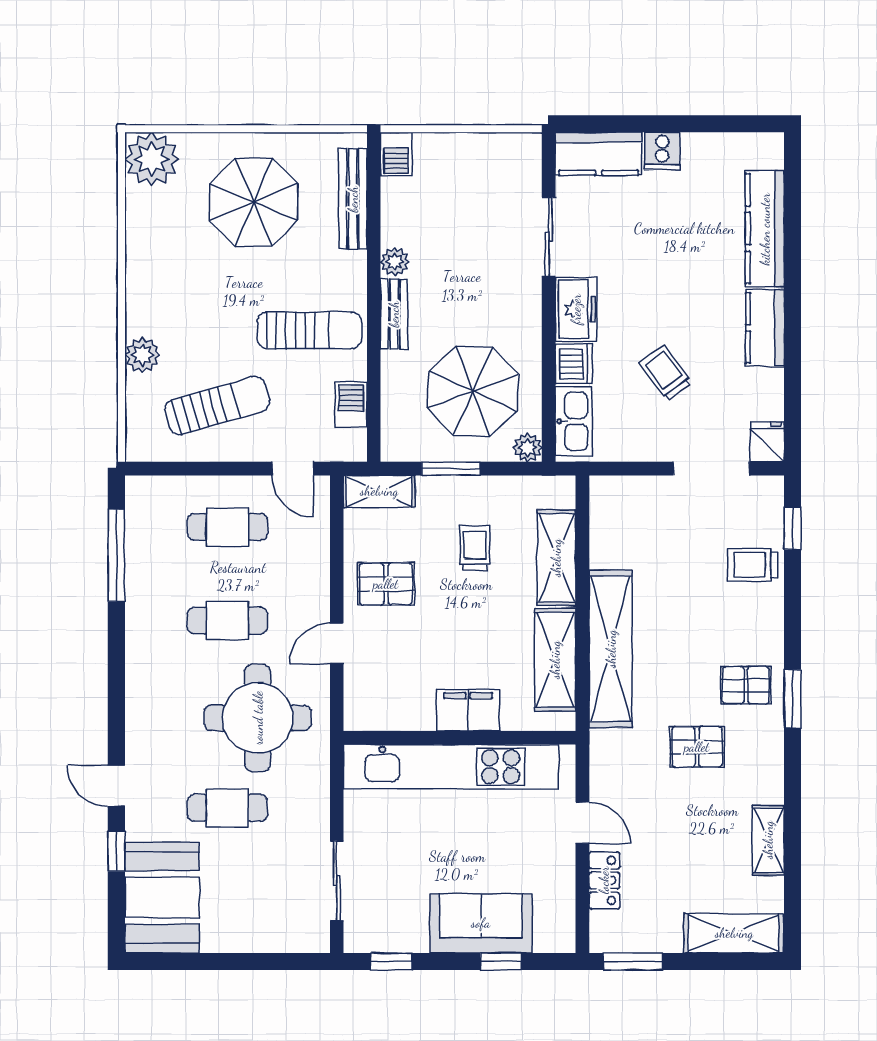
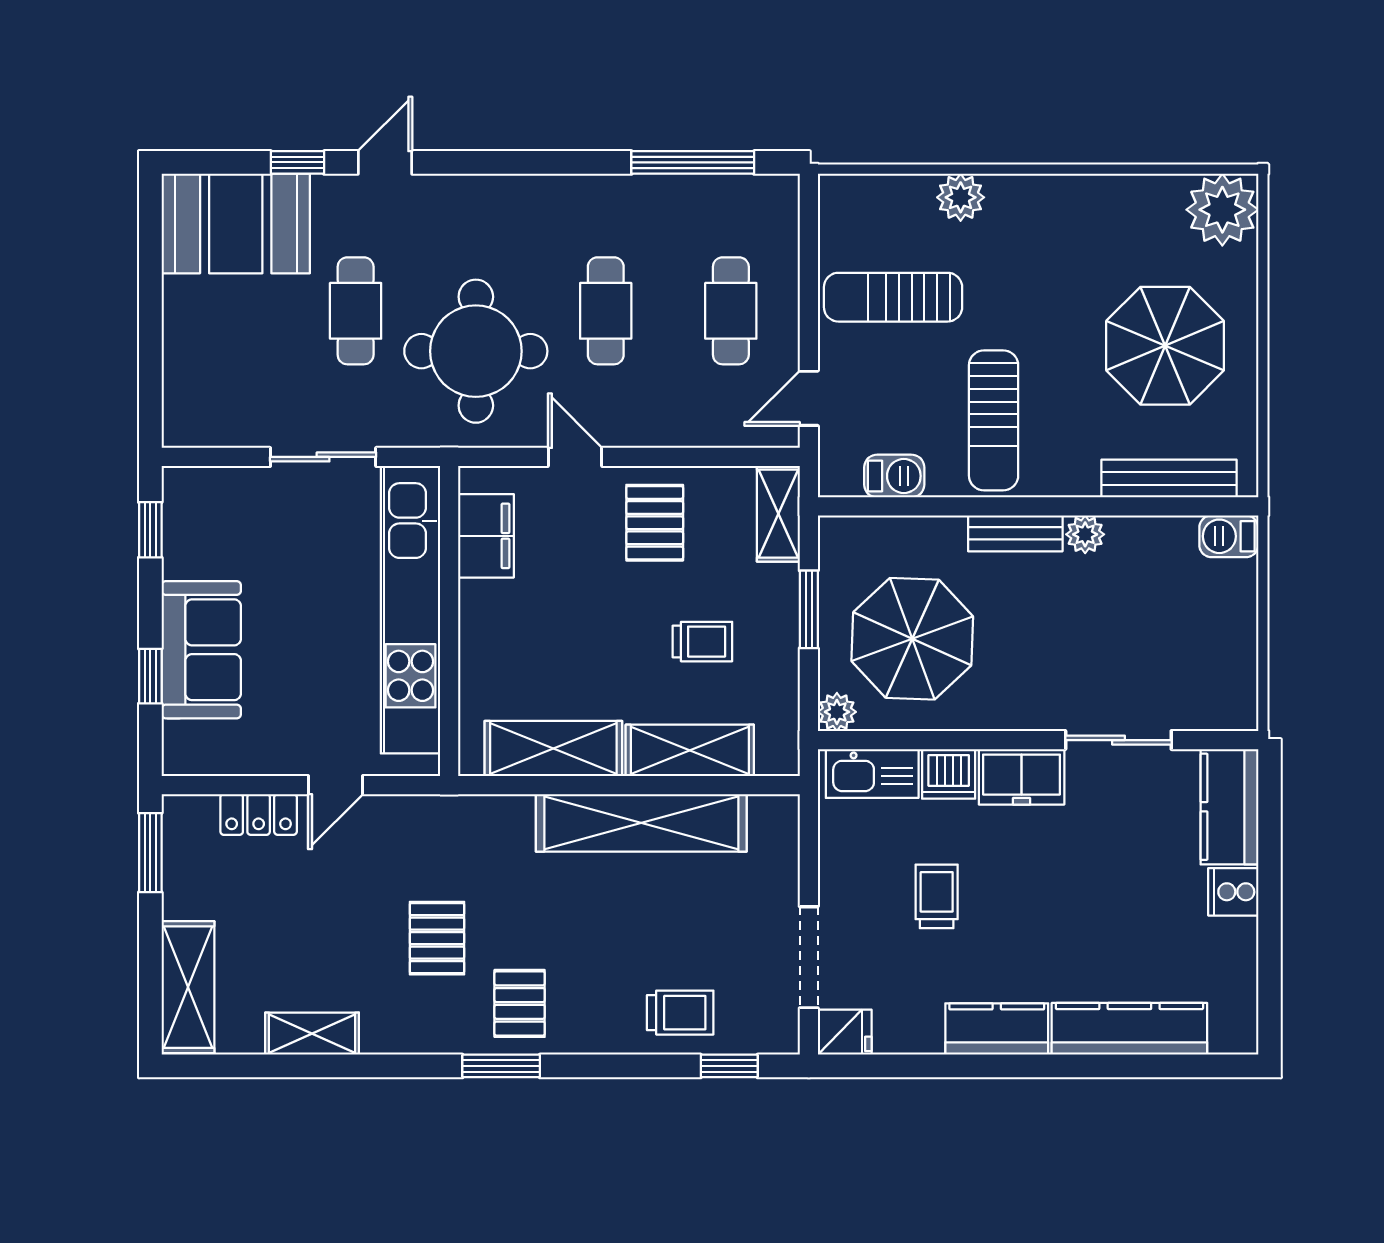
trolley: (666, 373) -> (937, 896), turned -54
sun lounger: (217, 406) -> (893, 297), turned 106
trolley: (753, 565) -> (680, 1013), turned 90
shelving: (611, 649) -> (641, 823), moved
filing cabinet: (468, 710) -> (486, 536), moved
sliding door: (337, 881) -> (323, 457), moved

